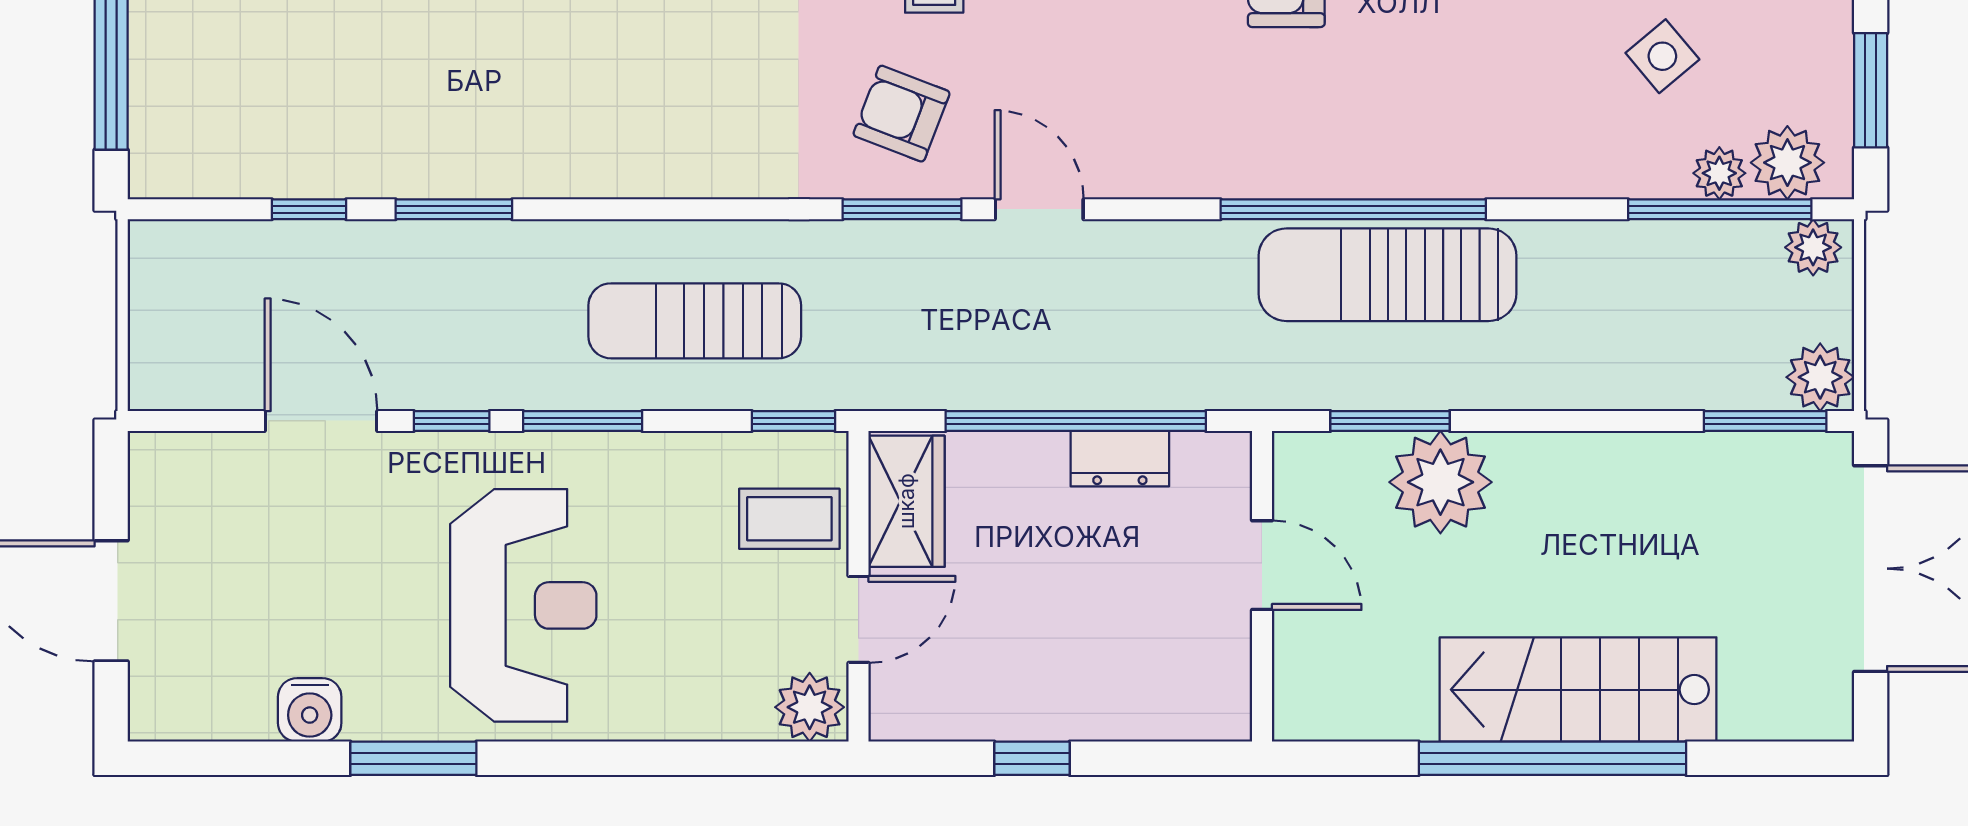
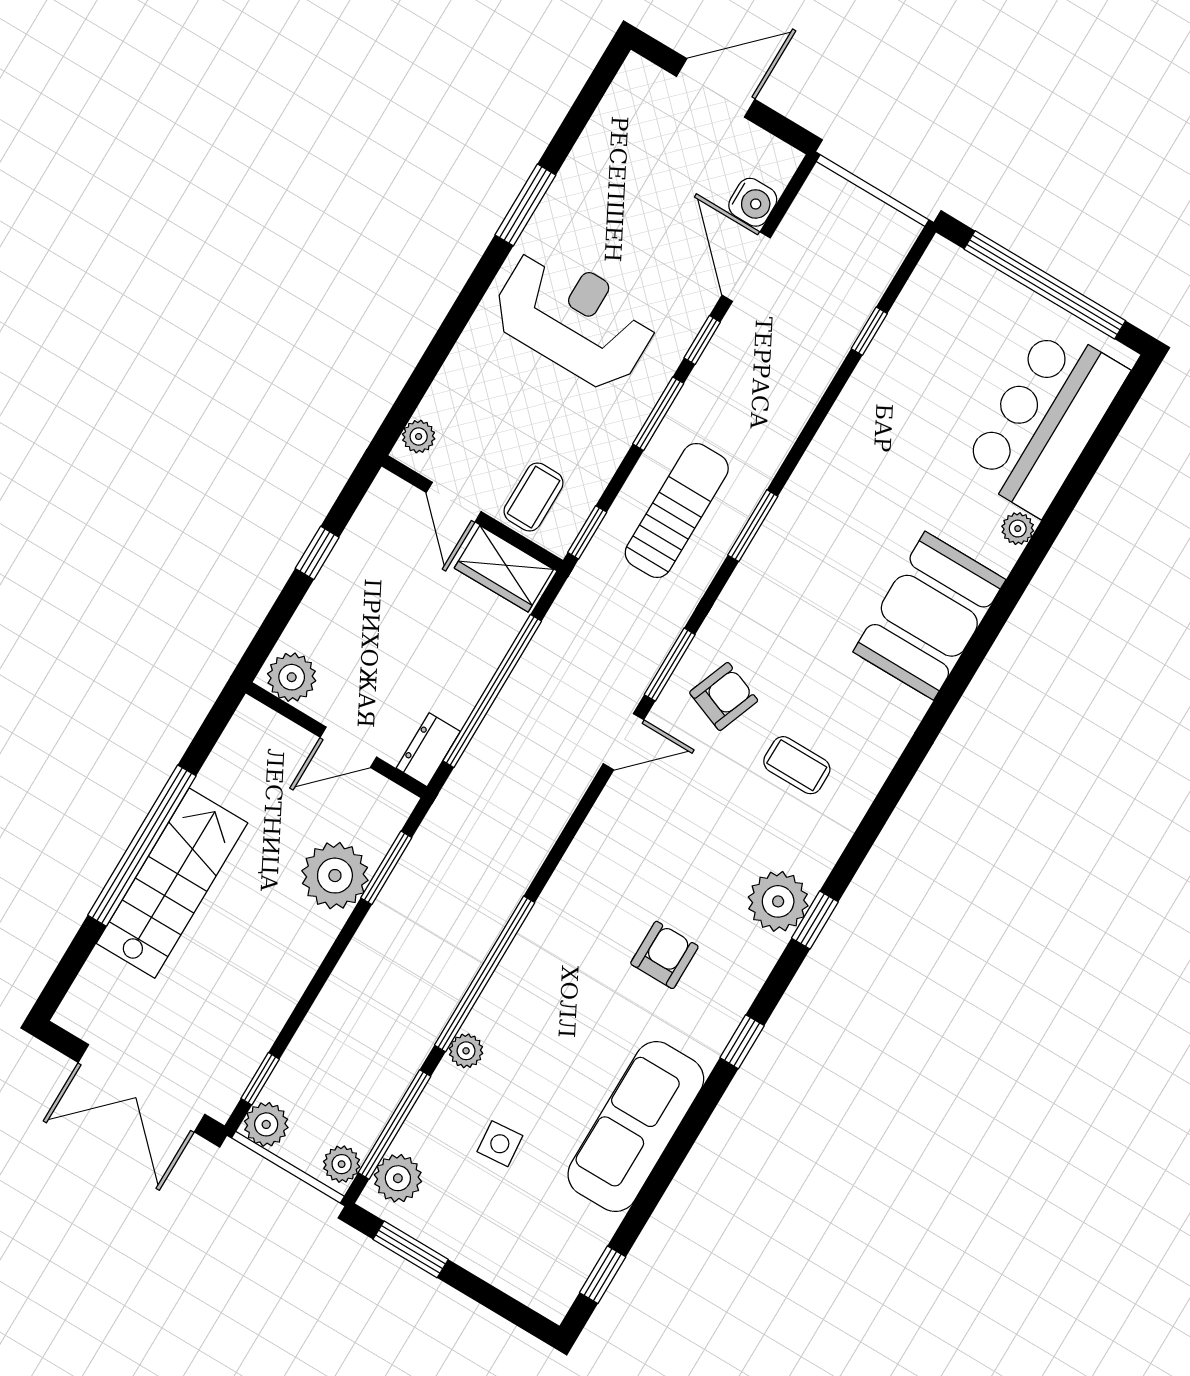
side table: (1662, 56) -> (500, 1144), turned 35
plant: (1719, 173) -> (466, 1051), moved
window: (454, 209) -> (753, 526), moved
window: (1353, 209) -> (485, 974), moved
sun lounger: (1387, 275) -> (469, 916), removed
door: (321, 421) -> (746, 267), swing flipped
window: (1765, 421) -> (260, 1079), width x0.67
dresser: (1120, 459) -> (428, 750), moved
reception desk: (523, 605) -> (574, 318), turned 180
plant: (1215, 694) -> (292, 677), added
plant: (810, 707) -> (419, 436), width x0.73, depth x0.73
water cooler: (310, 710) -> (753, 202), moved, turned 180

